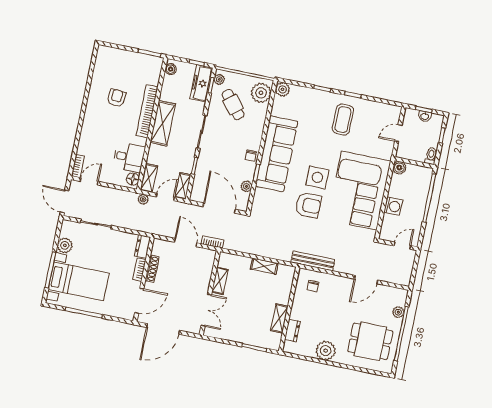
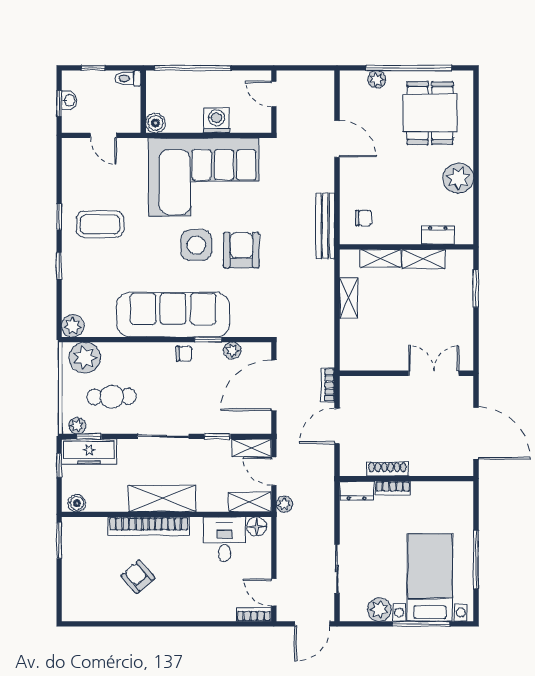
armchair: (116, 98) -> (138, 577), turned 44
cafe table: (233, 105) -> (112, 397), turned 38
shelving: (220, 281) -> (381, 258), moved
door: (139, 301) -> (440, 479), removed

